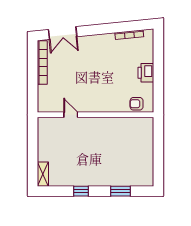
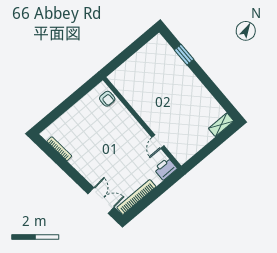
printer: (146, 73) -> (165, 169), moved, turned 180
window: (81, 191) -> (209, 85), removed

